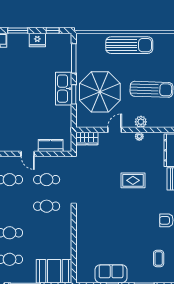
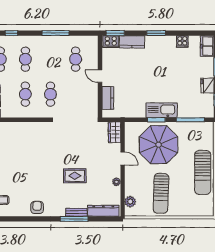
plant: (141, 122) -> (130, 202), moved
door: (28, 154) -> (100, 76), hinge flipped
cafe table: (47, 180) -> (25, 94), moved
rug: (133, 180) -> (75, 176), turned 90

